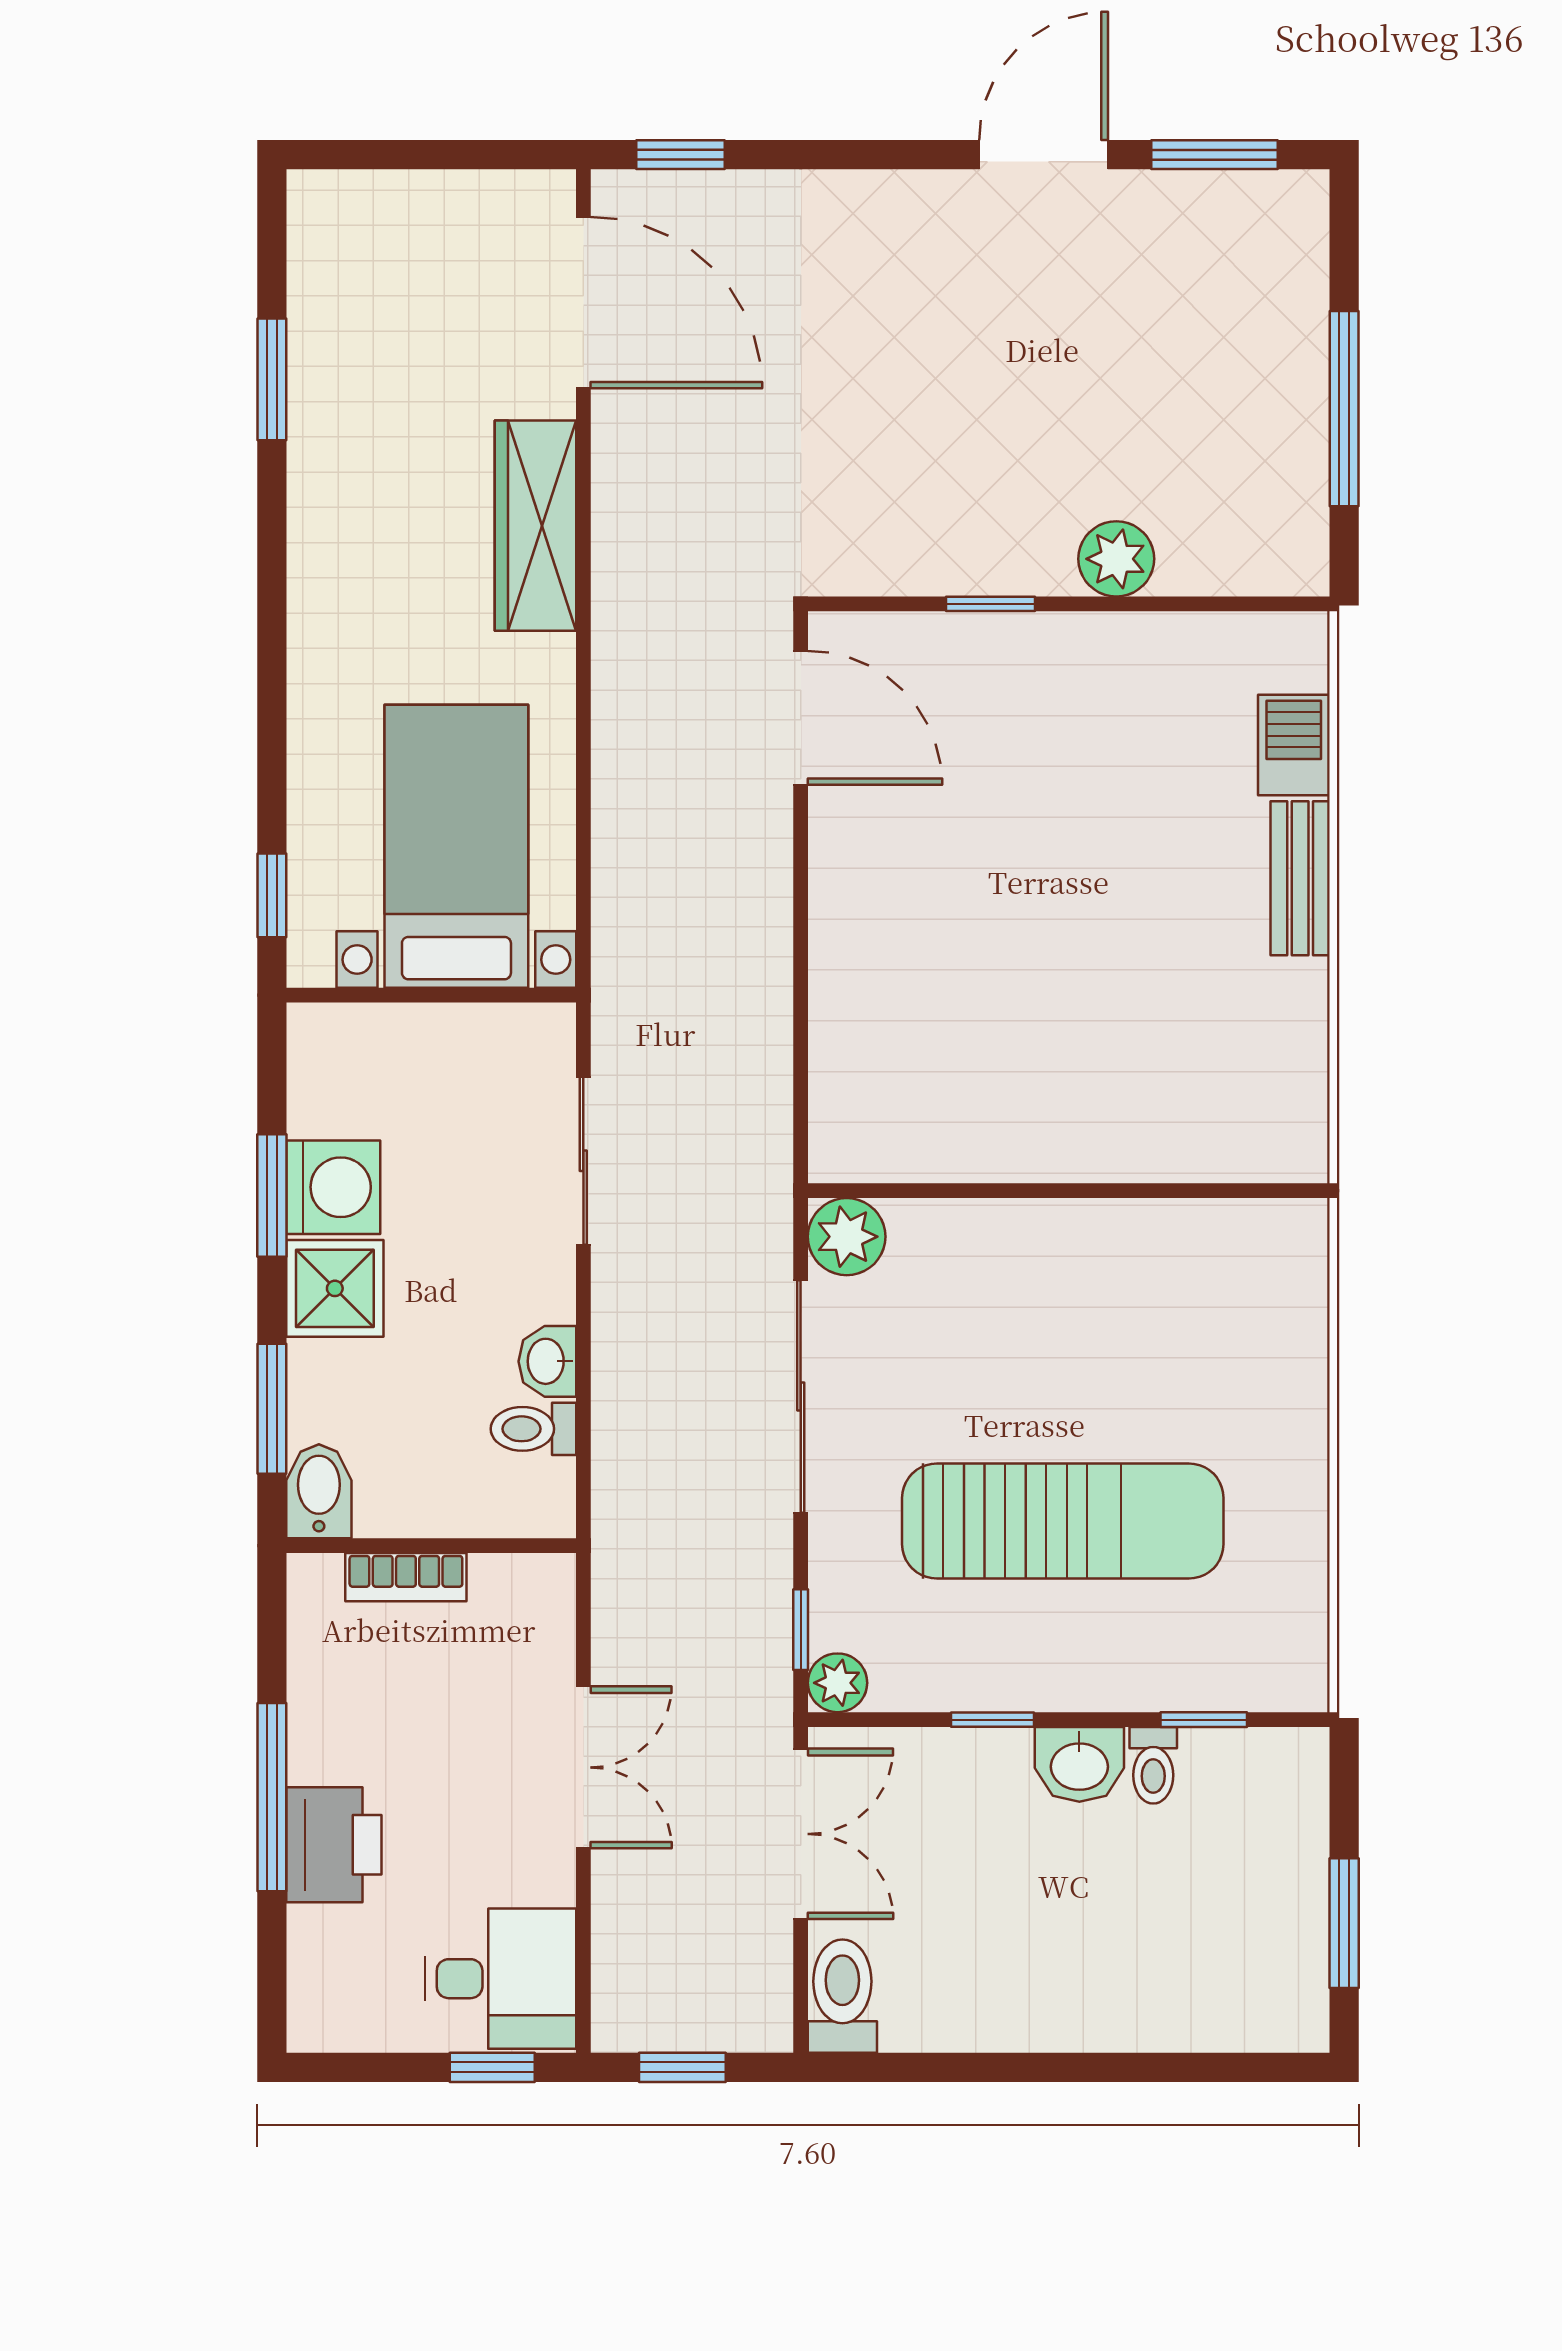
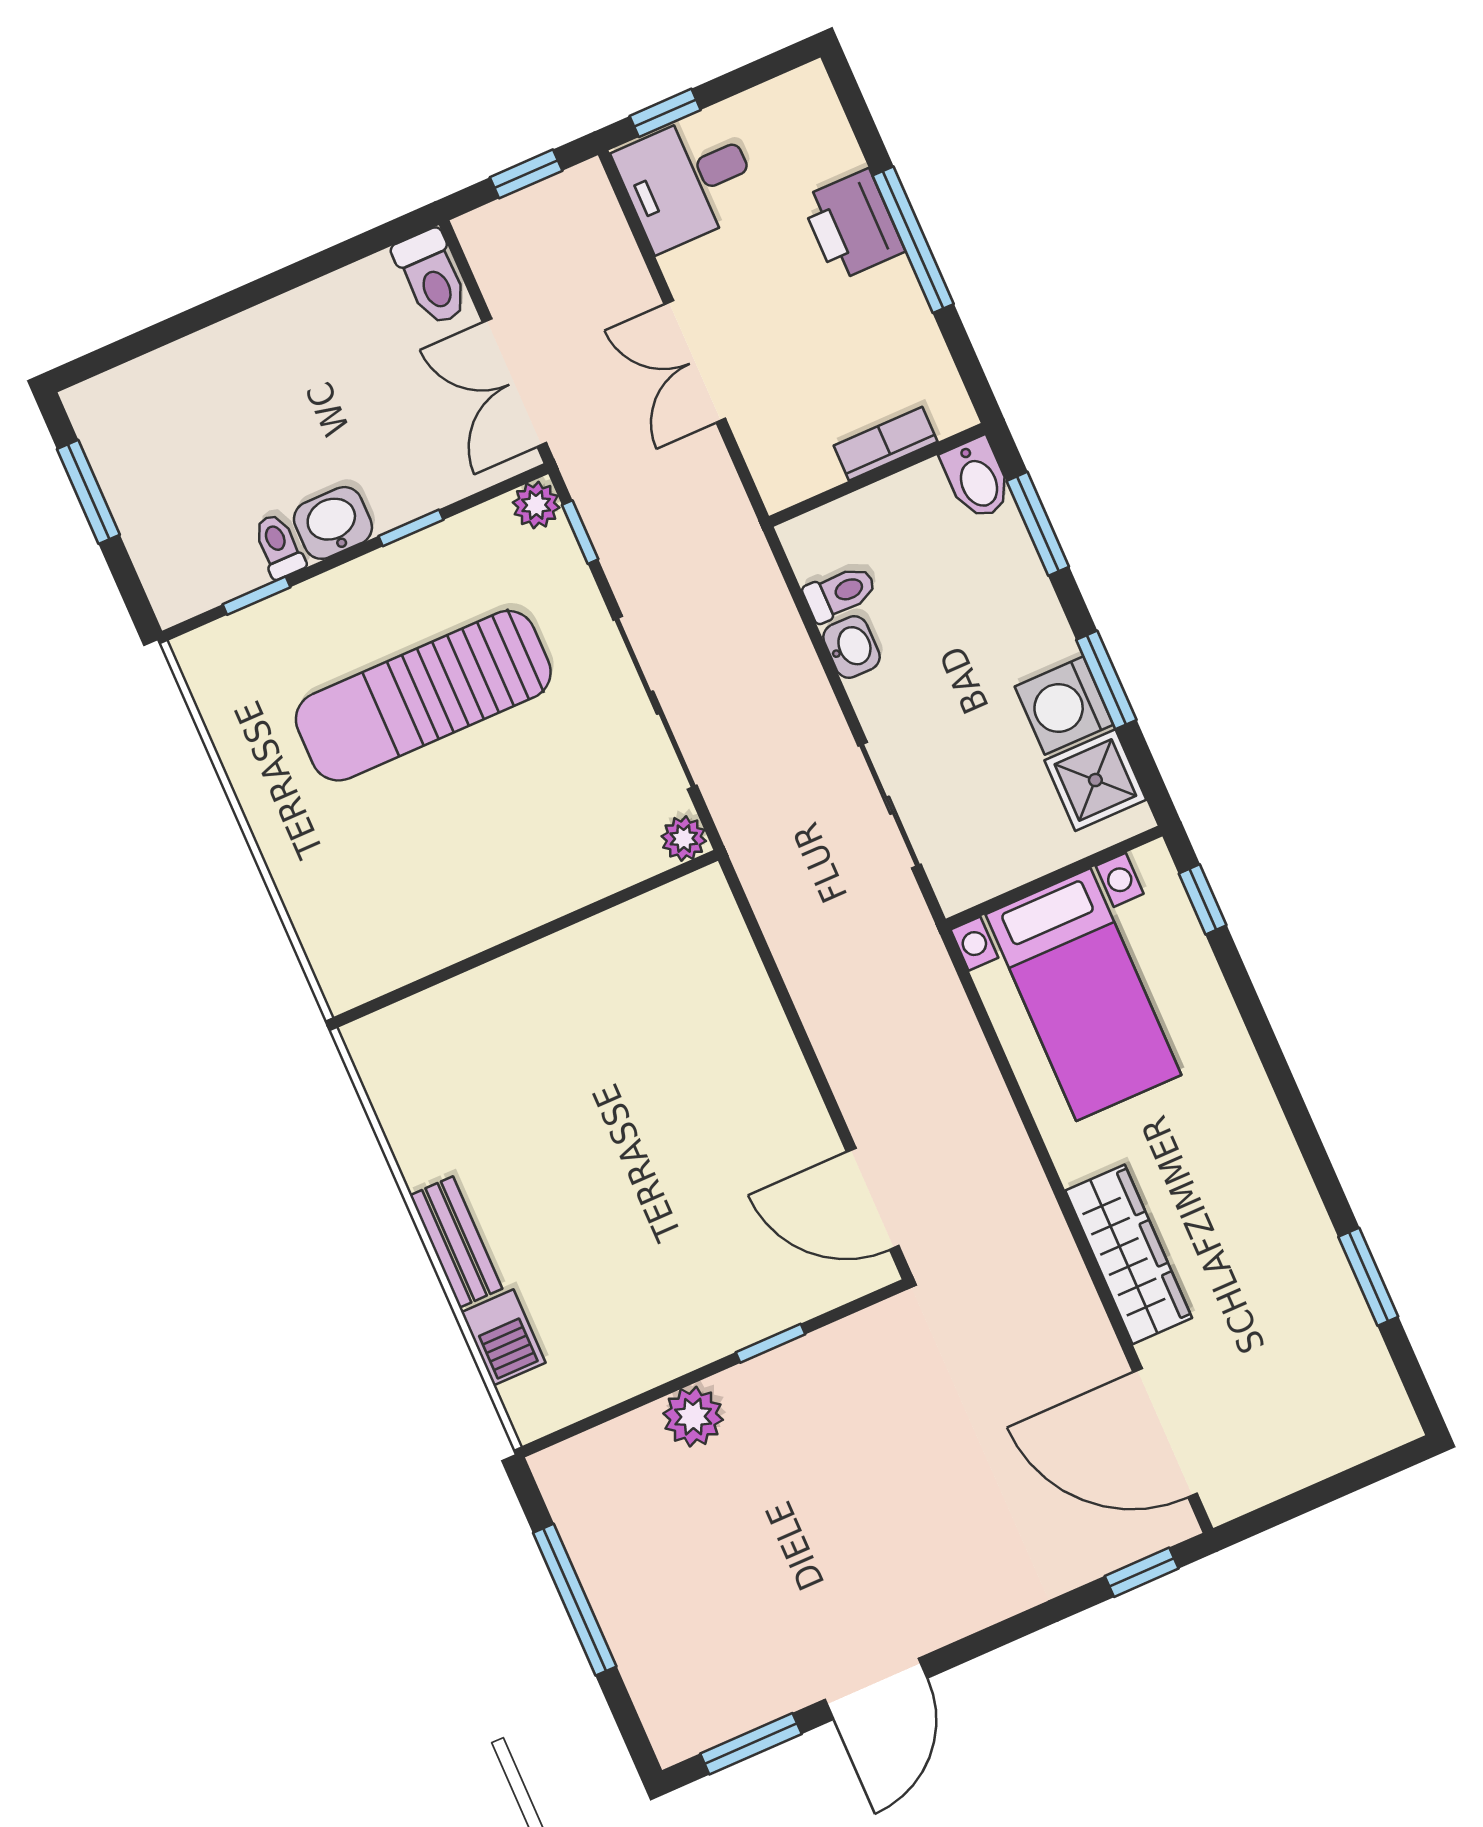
plant: (847, 1237) -> (684, 839), width x0.73, depth x0.73
shower: (335, 1288) -> (1095, 780), moved

